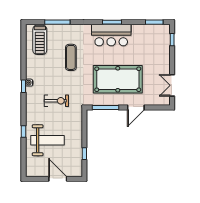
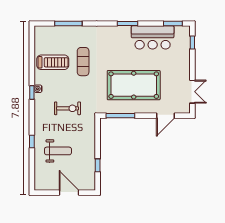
bar counter: (111, 35) -> (153, 37), moved
treadmill: (40, 40) -> (53, 62), moved, turned -90
double door: (172, 85) -> (192, 92), swing flipped
door: (136, 107) -> (166, 116), moved
weight bench: (48, 140) -> (58, 151), width x0.73, depth x0.75

